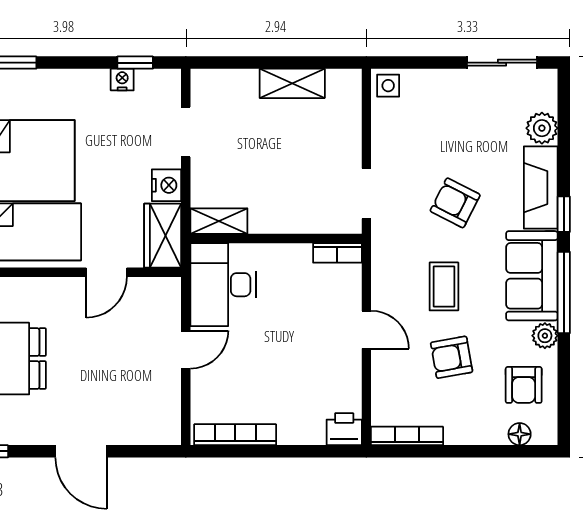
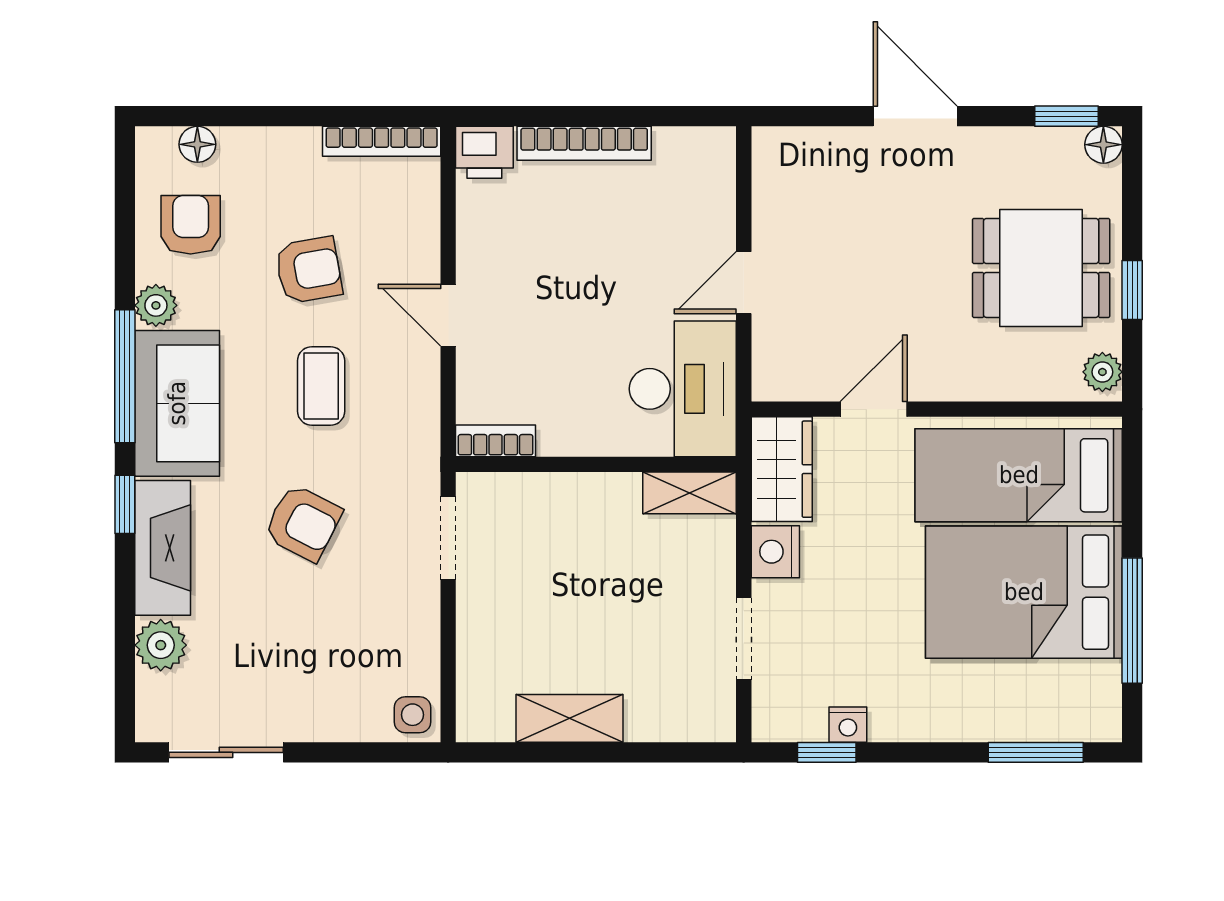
bookcase: (235, 435) -> (584, 143), moved

